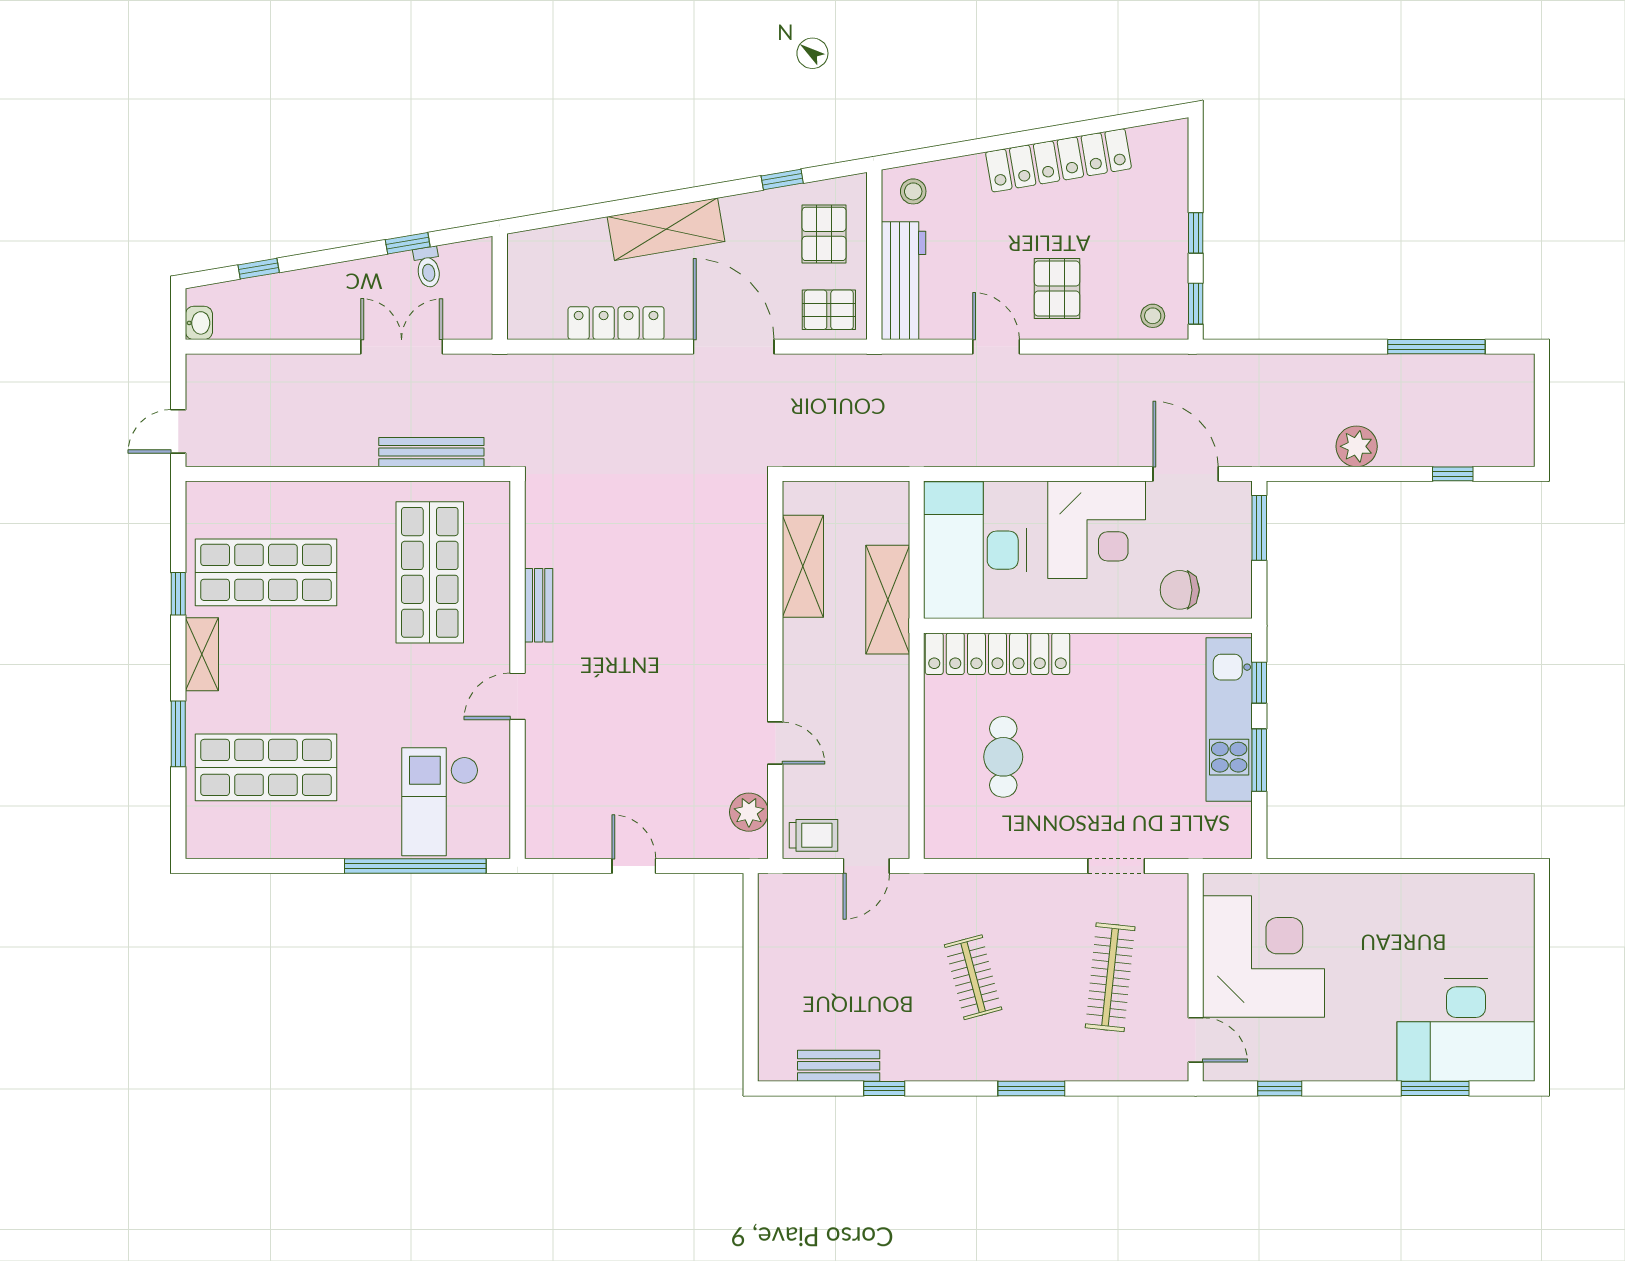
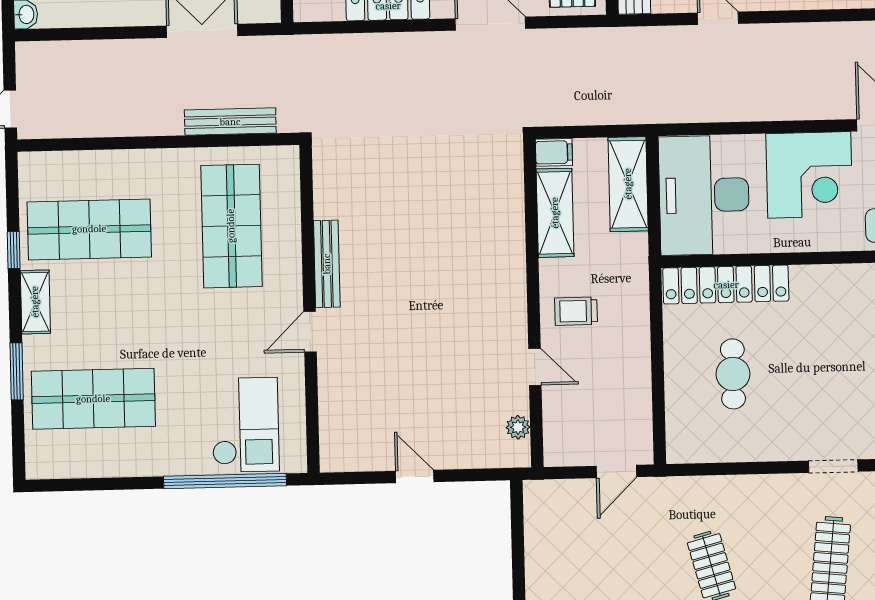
filing cabinet: (803, 497) -> (554, 152), added
shelving: (888, 600) -> (628, 184), moved
bench: (539, 605) -> (327, 264), width x1.36
checkout: (440, 802) -> (245, 425), turned 180
plant: (749, 812) -> (518, 427), width x0.73, depth x0.73
trolley: (814, 835) -> (576, 311), moved, turned 180

